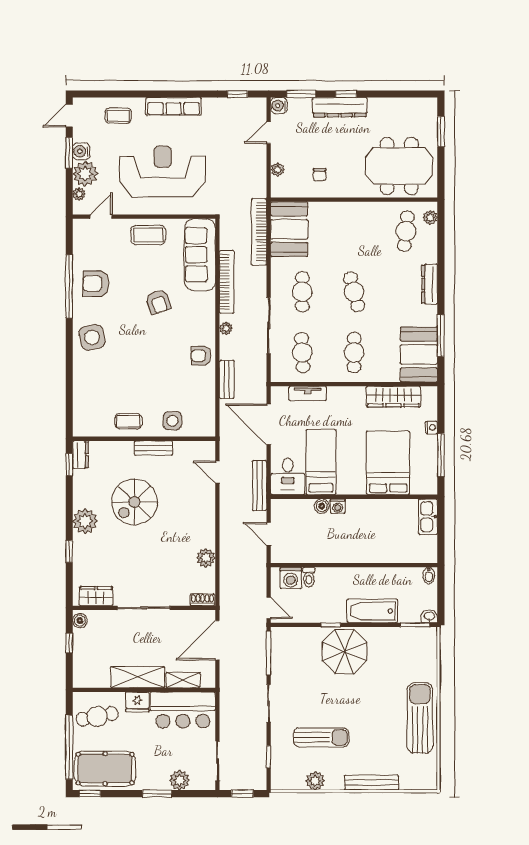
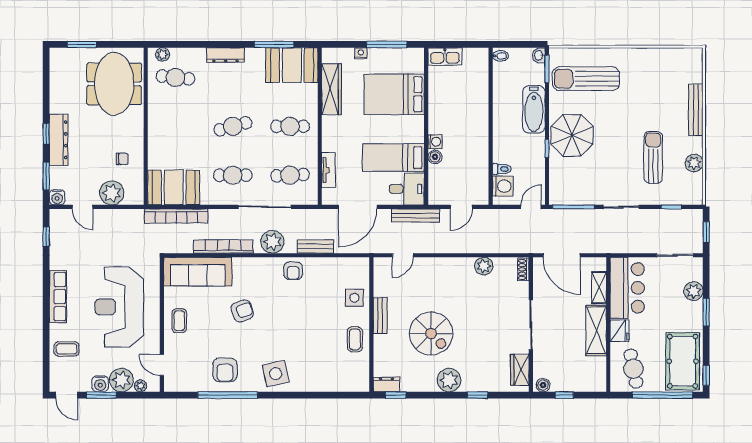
coffee table: (118, 116) -> (67, 349), turned 90
plant: (278, 170) -> (112, 193), width x1.88, depth x1.88
coffee table: (148, 235) -> (179, 321), width x0.73, depth x0.77
plant: (226, 328) -> (272, 242), width x1.88, depth x1.88
sun lounger: (420, 718) -> (586, 79), moved

